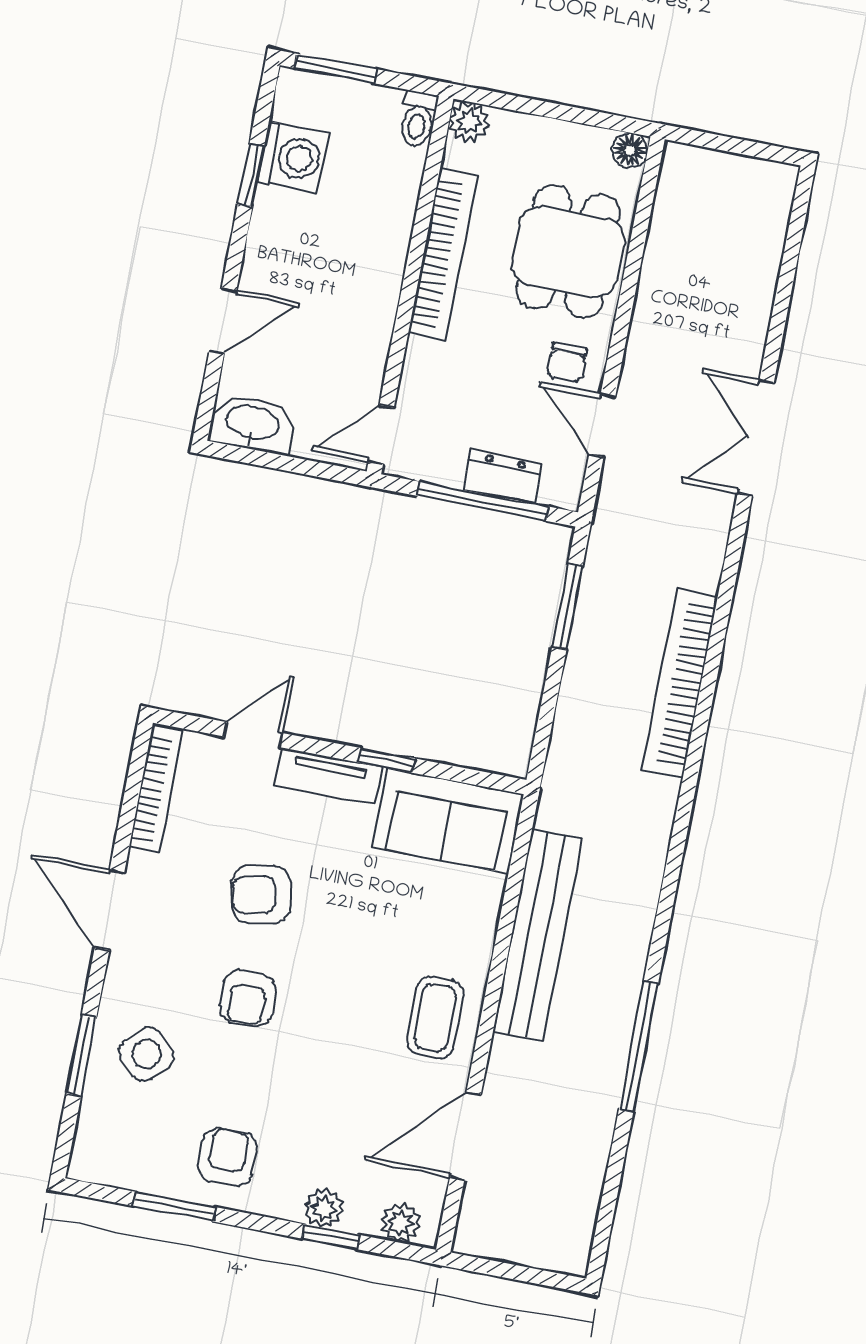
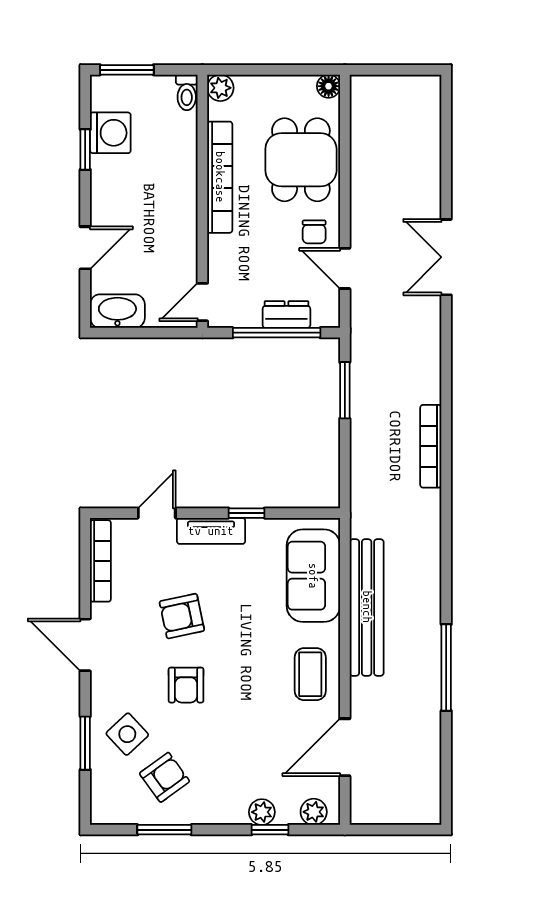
bookcase: (680, 683) -> (431, 446), width x0.68, depth x0.76
sofa: (448, 821) -> (313, 576), moved, turned 90
armchair: (227, 1157) -> (165, 777), moved, turned 54

